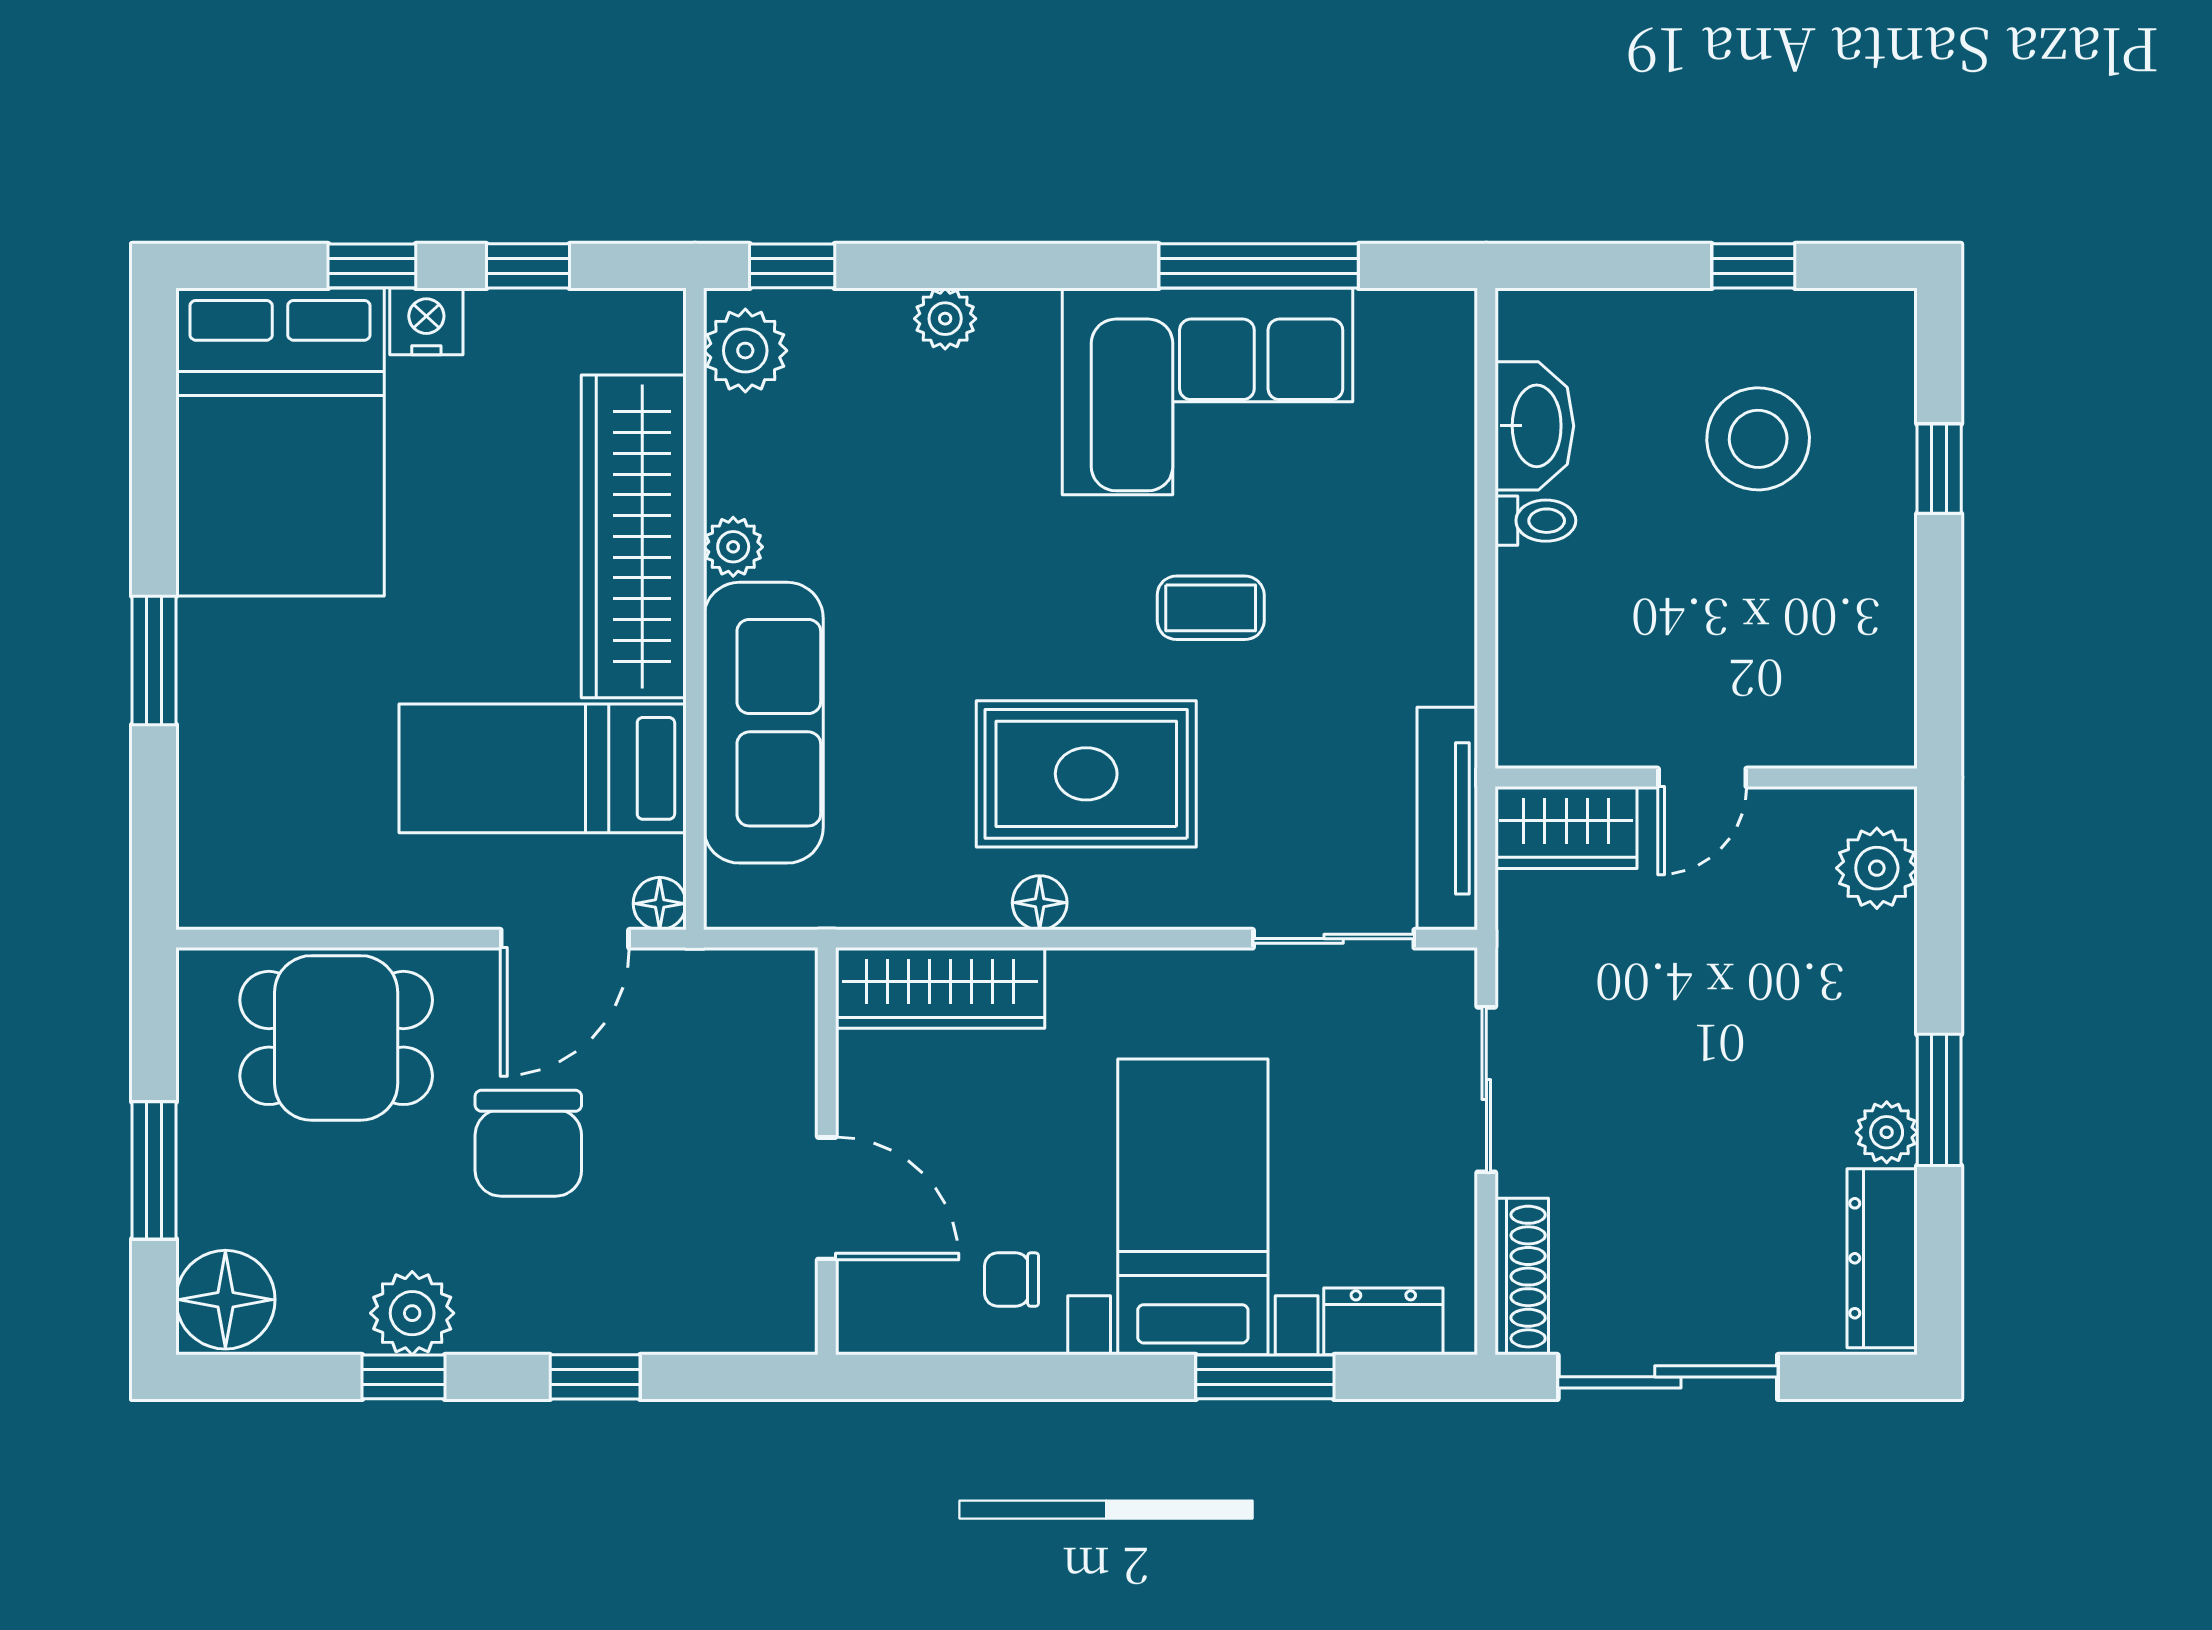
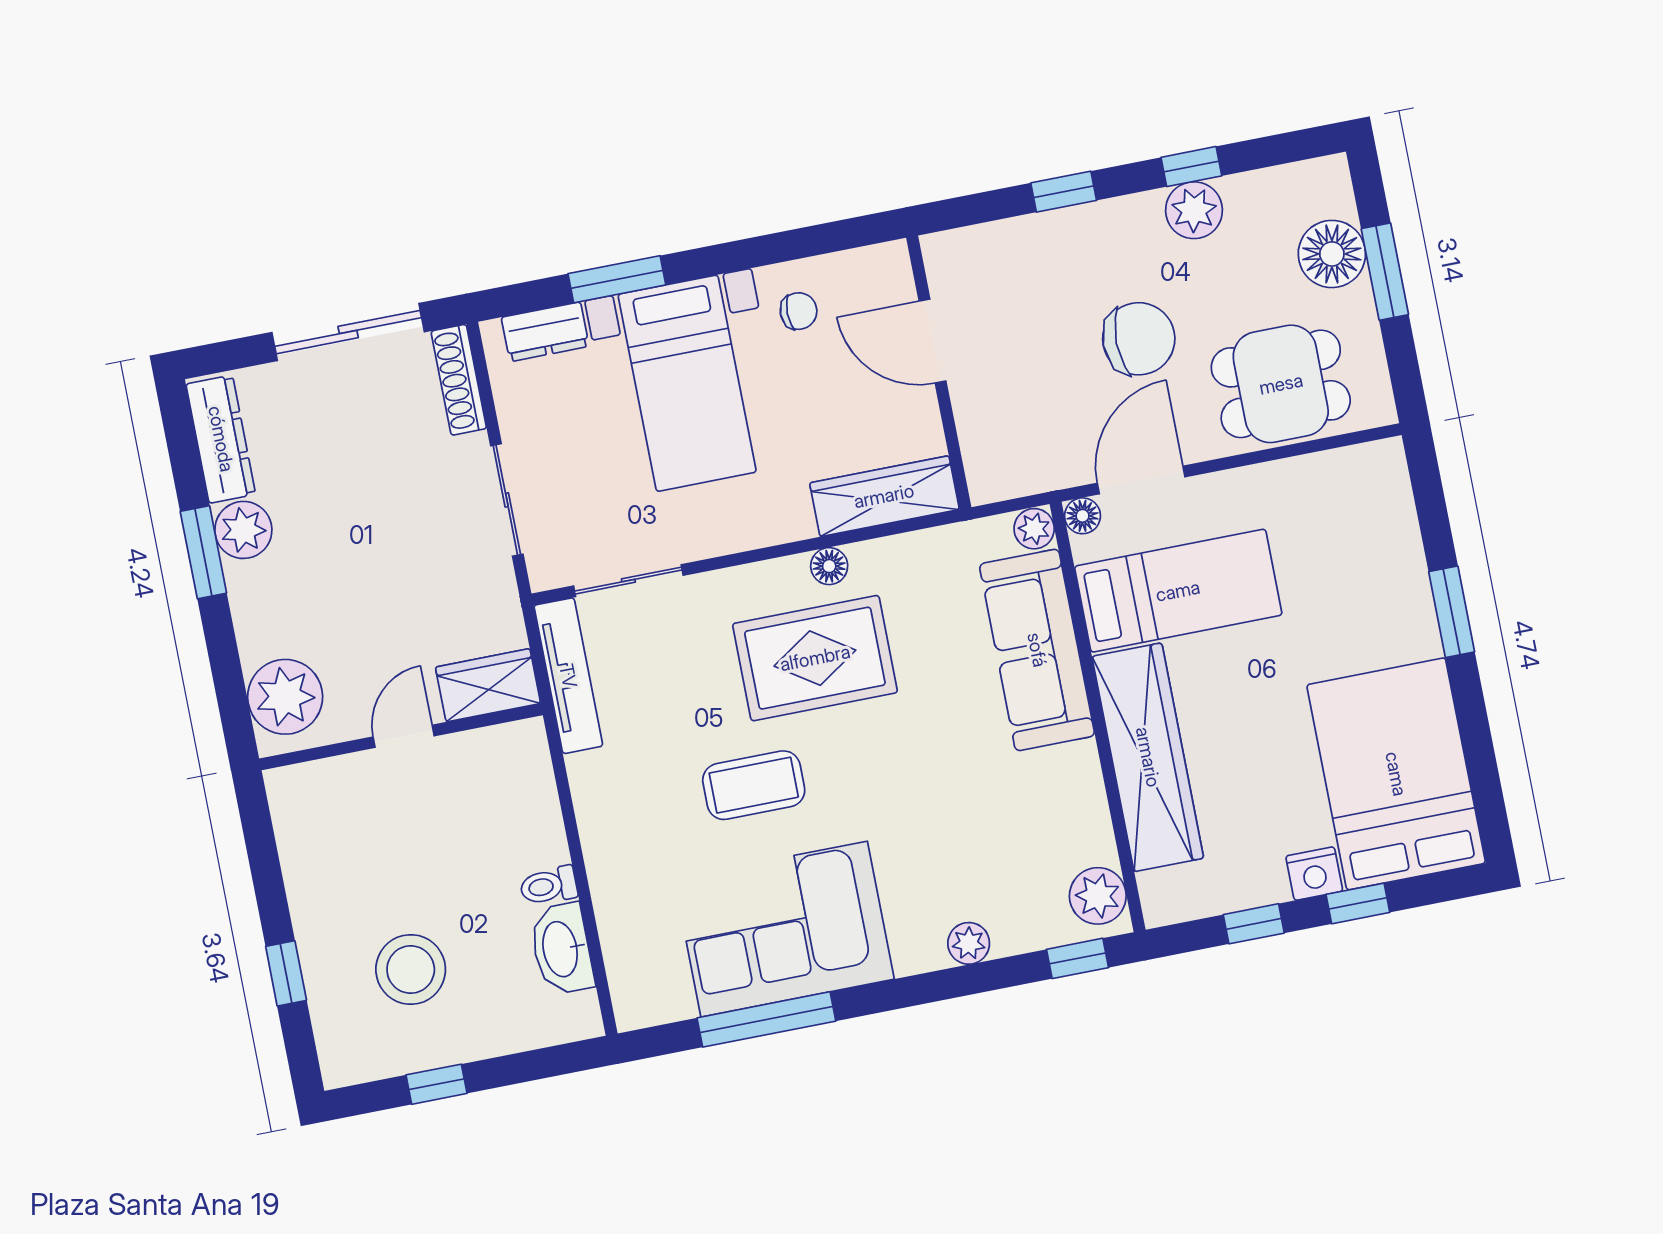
plant: (733, 547) -> (1034, 529), moved
coffee table: (1211, 608) -> (754, 785), width x1.36, depth x1.30
plant: (1877, 868) -> (285, 697), width x1.36, depth x1.36
plant: (1887, 1132) -> (243, 530), width x1.38, depth x1.38
chair: (528, 1143) -> (1139, 339), turned 90
floor lamp: (225, 1300) -> (1332, 254), moved

